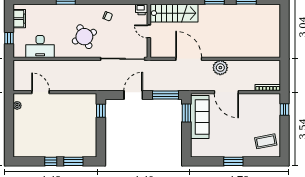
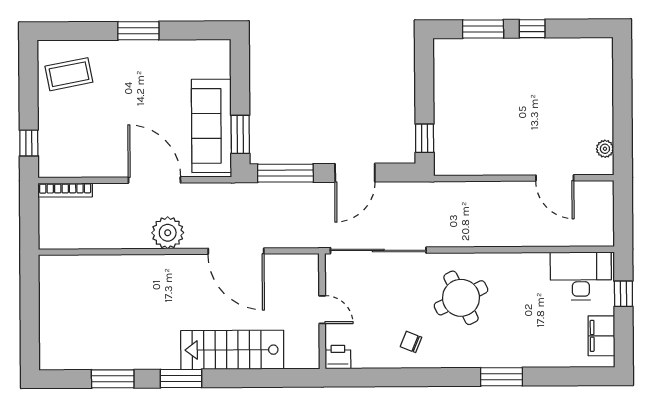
stairs: (174, 13) -> (232, 350), moved
desk: (40, 46) -> (581, 276), moved

